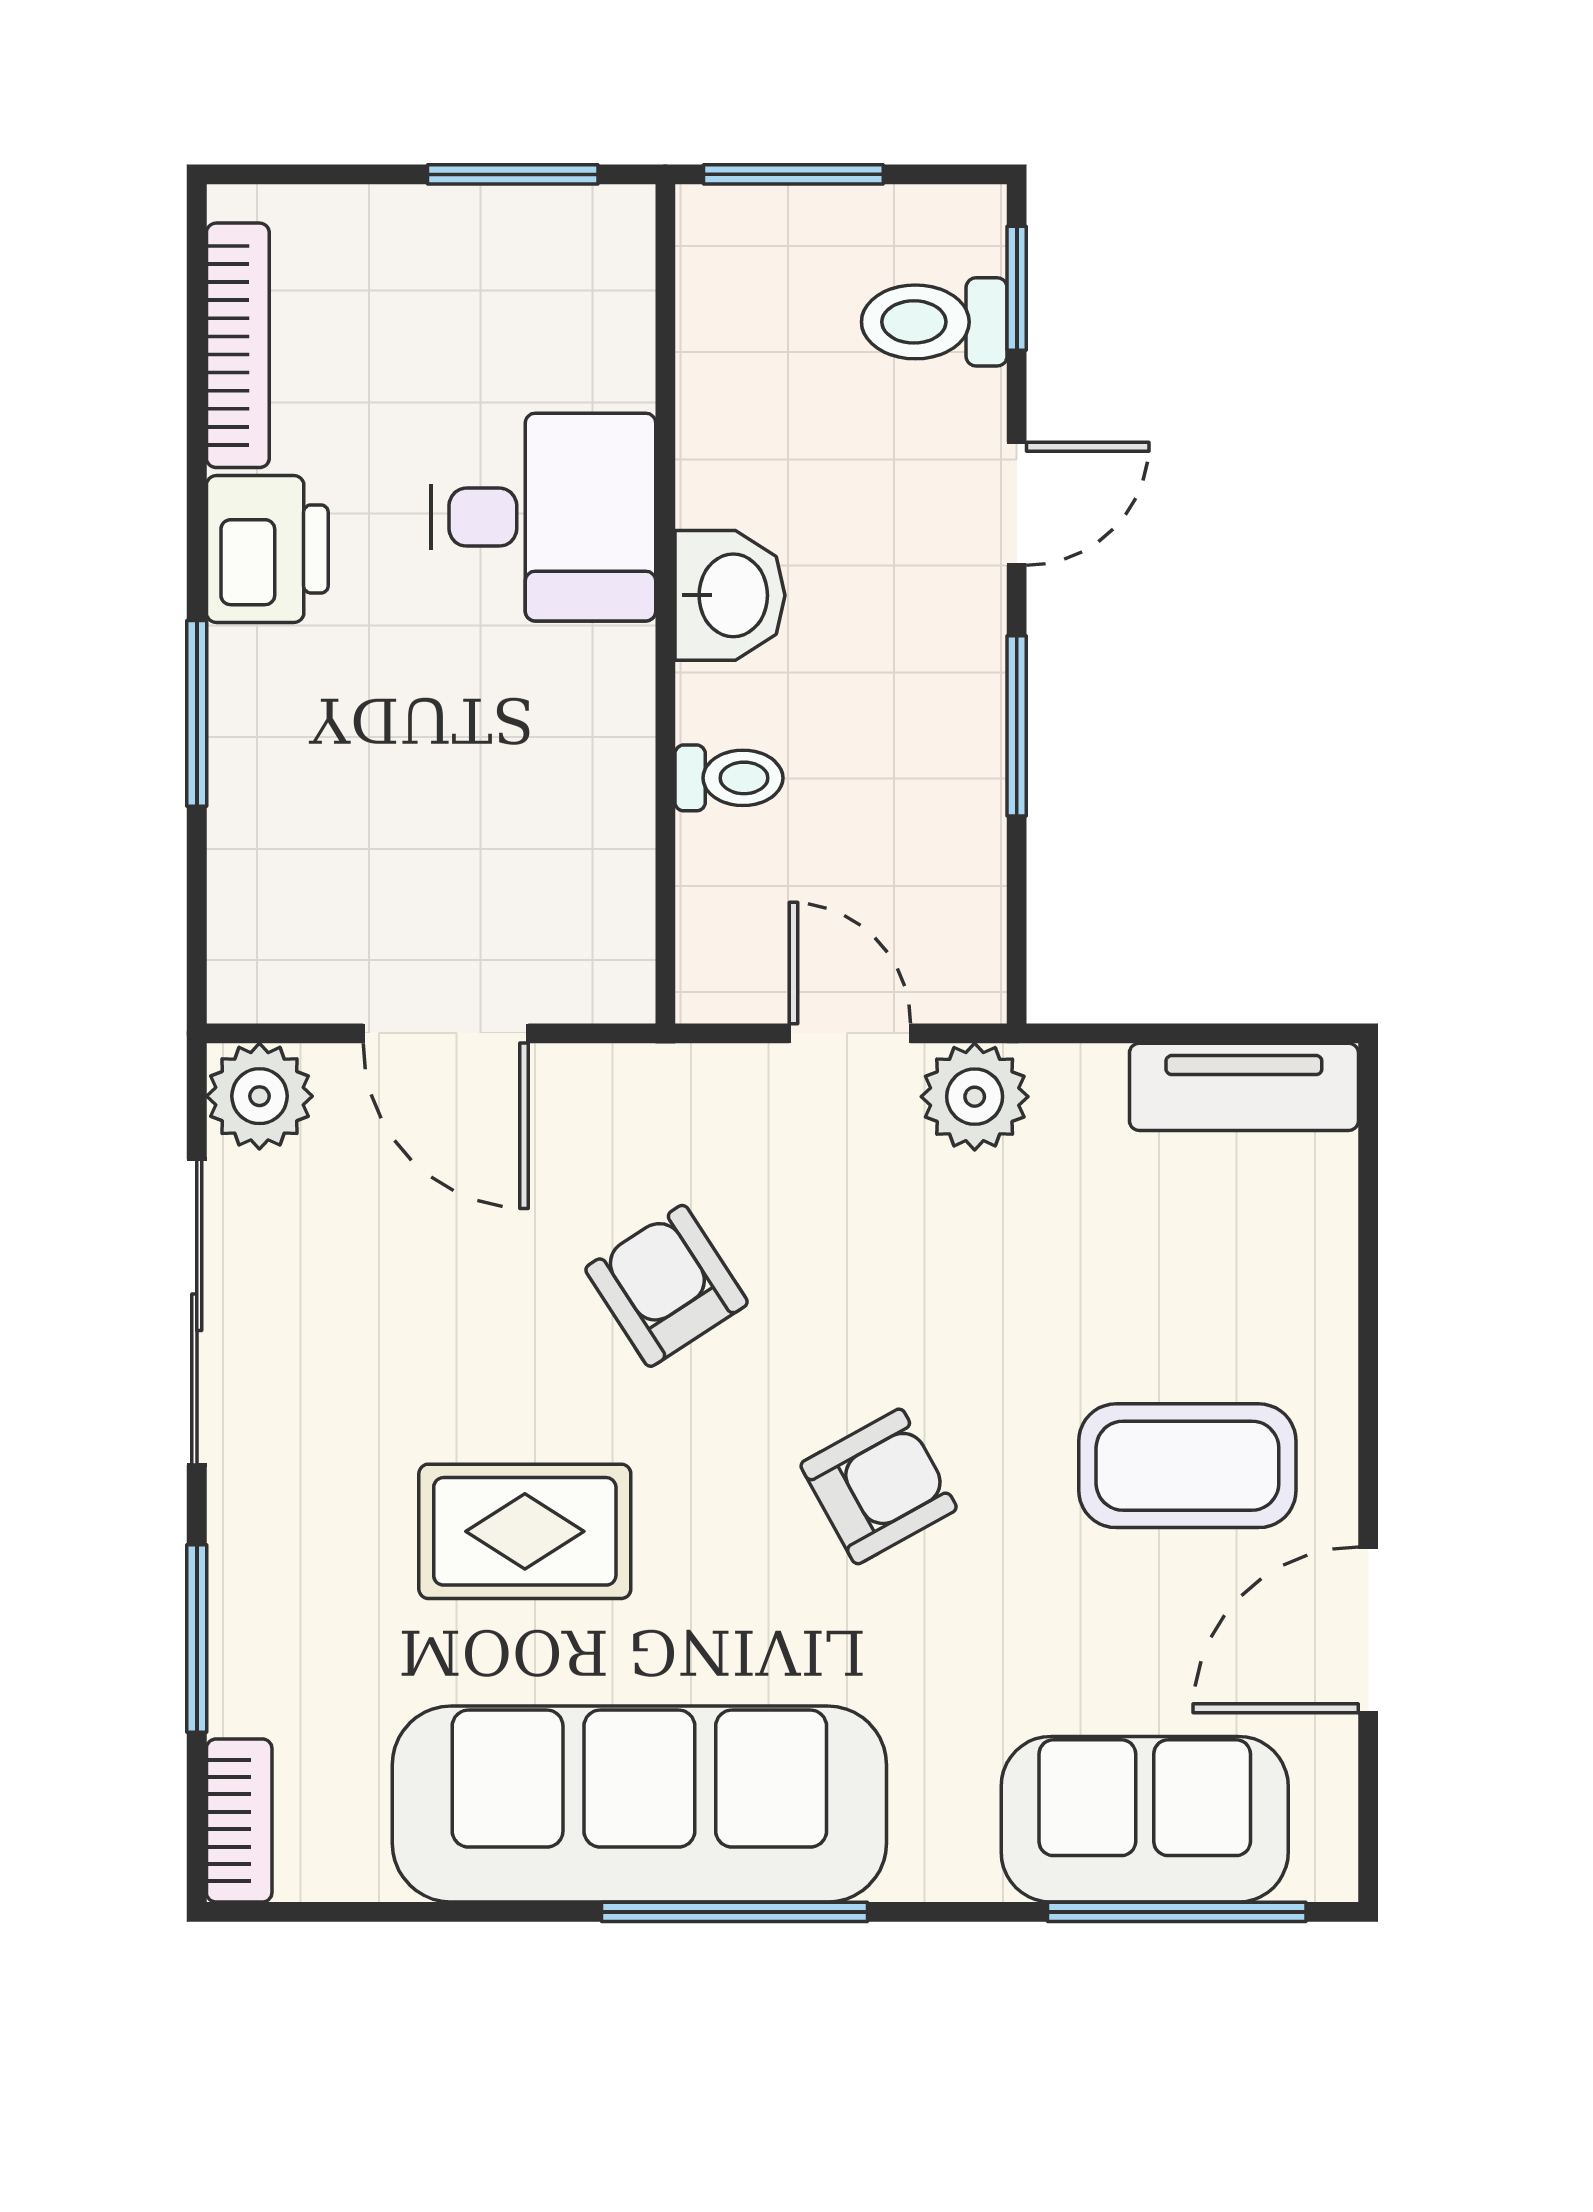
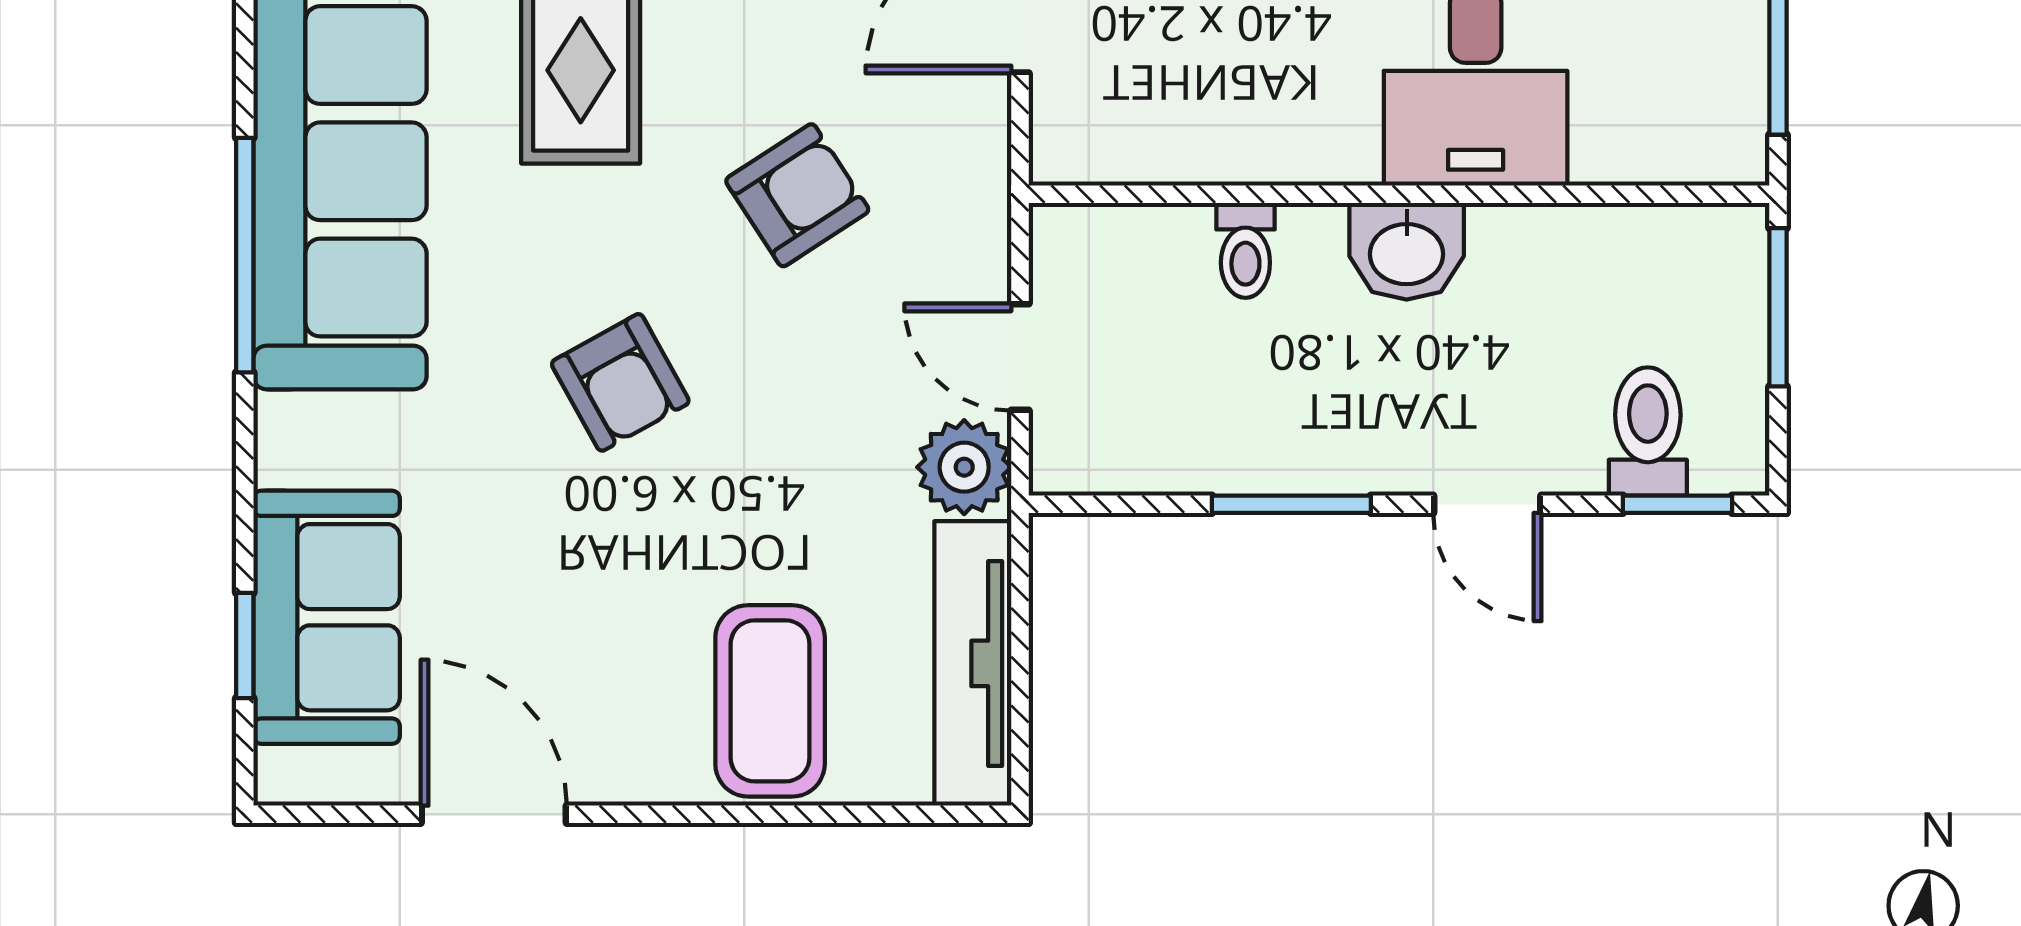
door: (850, 1033) -> (1020, 357), swing flipped
tv unit: (1244, 1087) -> (973, 663), width x1.41
coffee table: (1187, 1466) -> (770, 701), moved
window: (1177, 1912) -> (245, 645), width x0.46

